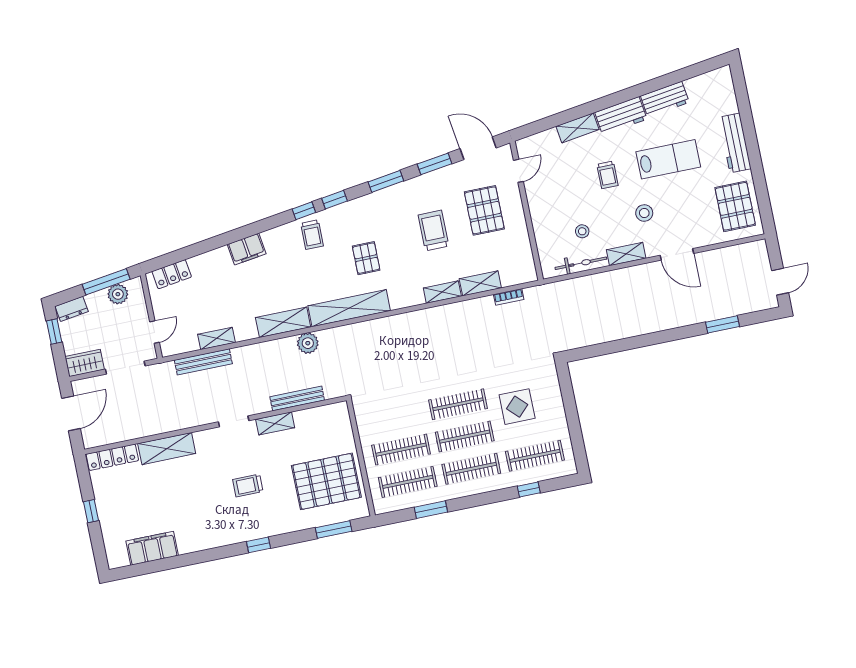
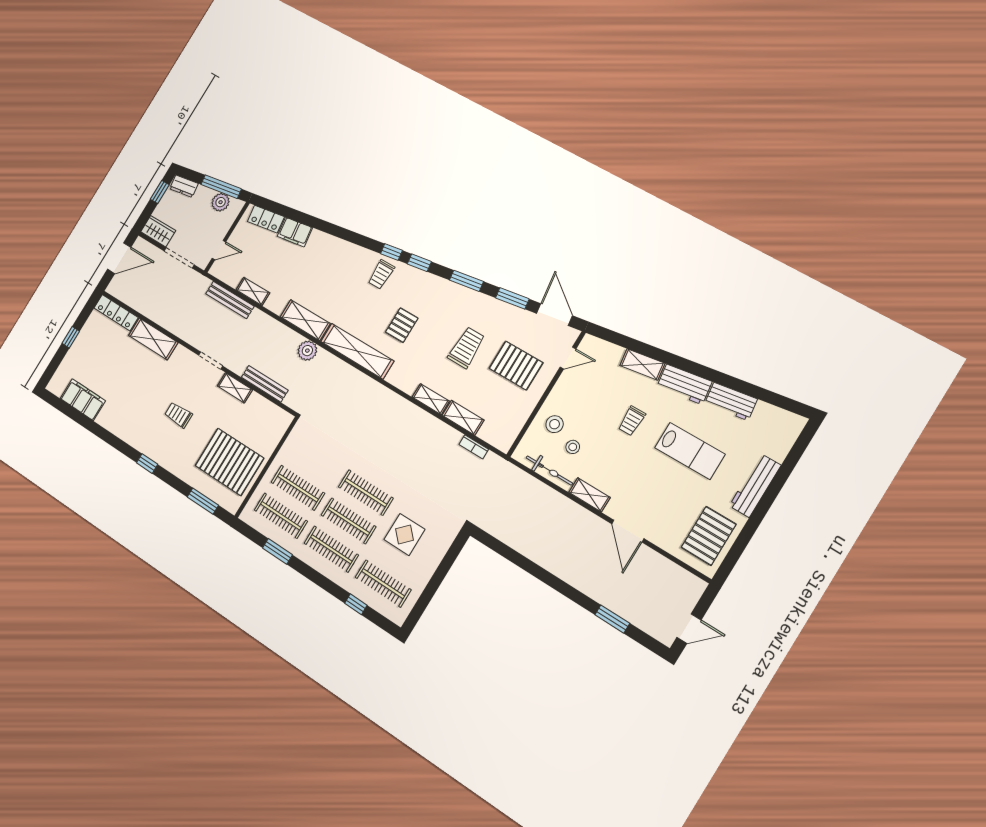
pallet: (484, 210) -> (516, 366), turned 90
stool: (644, 213) -> (555, 424), moved
filing cabinet: (247, 249) -> (295, 232), moved

